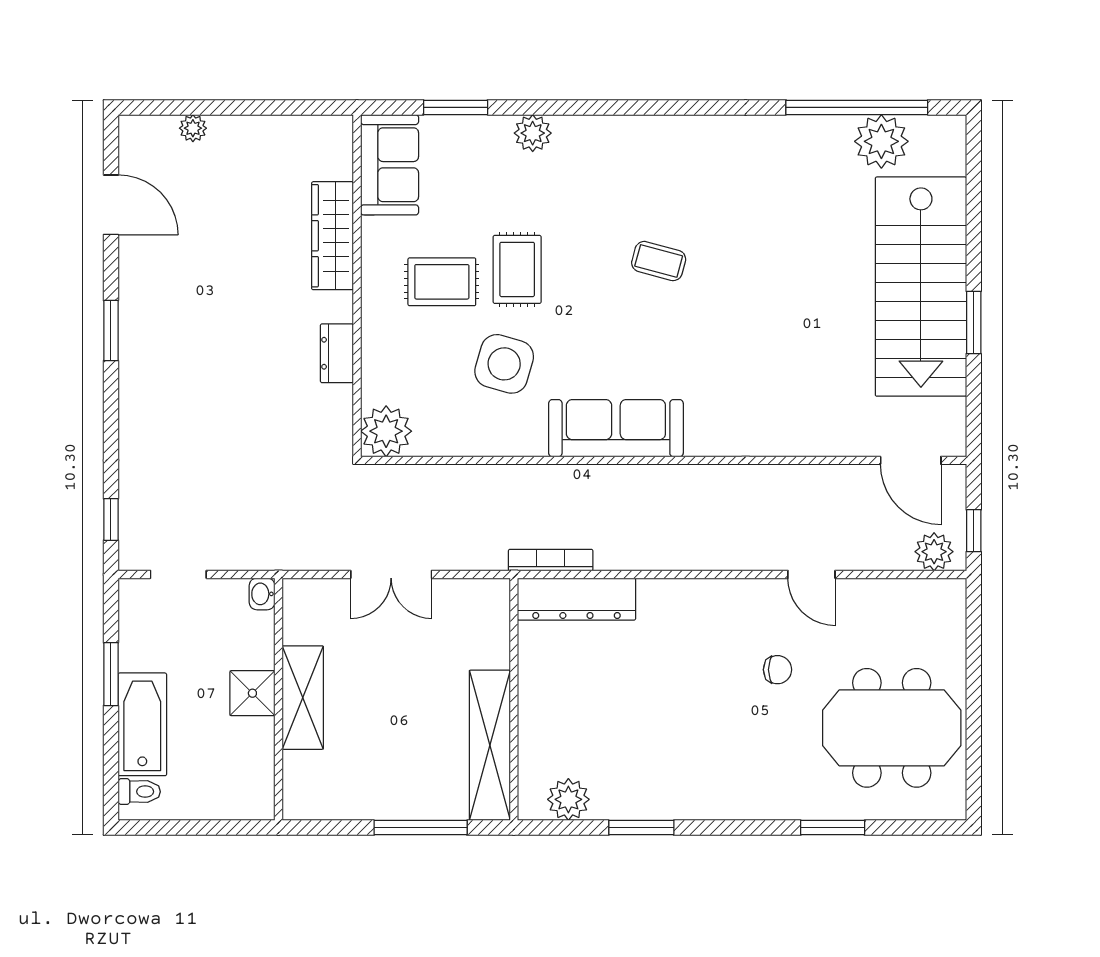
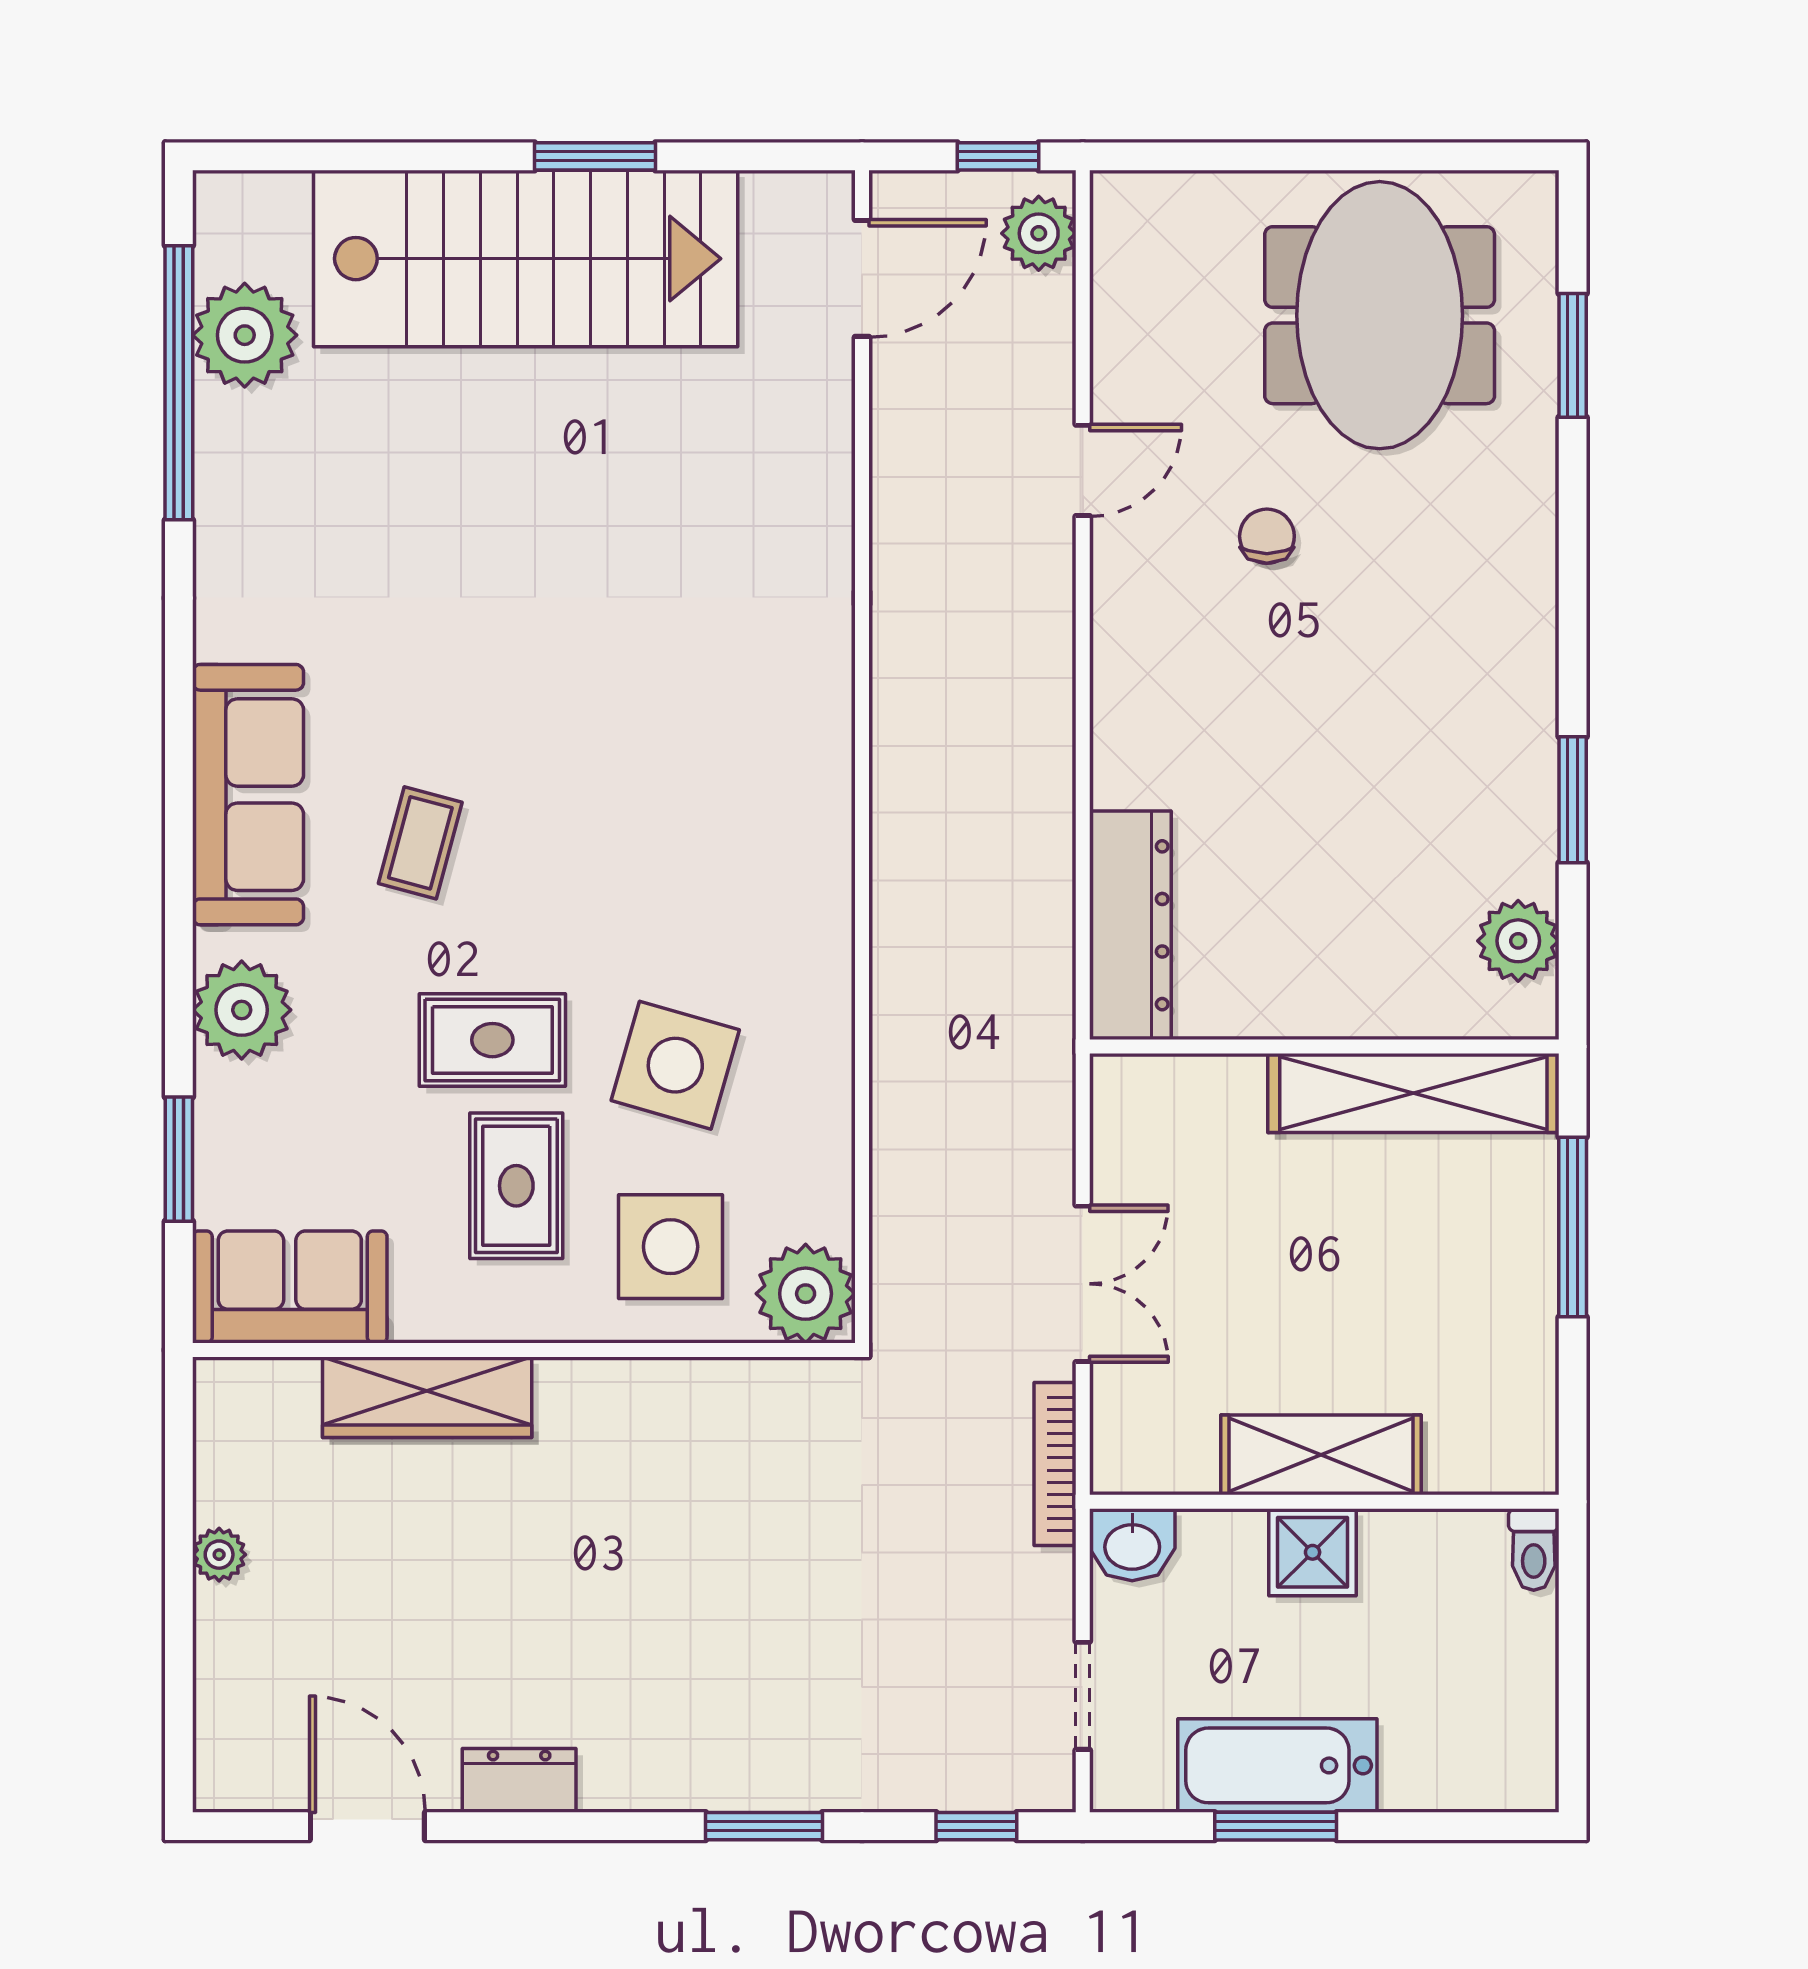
plant: (193, 128) -> (219, 1555), moved
plant: (533, 133) -> (242, 1010), width x1.36, depth x1.36
door: (111, 205) -> (367, 1826), hinge flipped
coffee table: (659, 261) -> (420, 843), moved
window: (111, 331) -> (764, 1826), moved
dresser: (337, 353) -> (519, 1780), moved, turned 180
side table: (410, 361) -> (671, 1247), added
sofa: (616, 428) -> (248, 795), moved, turned 180
bookcase: (551, 560) -> (1055, 1464), moved
washbasin: (262, 594) -> (1132, 1545), width x1.38, depth x1.45
bathtub: (142, 724) -> (1277, 1765), moved
toilet: (139, 792) -> (1534, 1550), moved, turned 180
window: (833, 828) -> (1573, 355), moved

